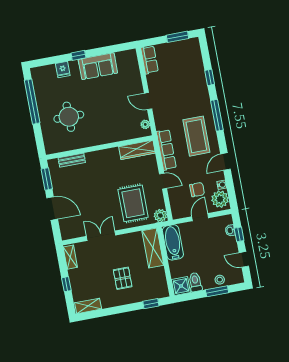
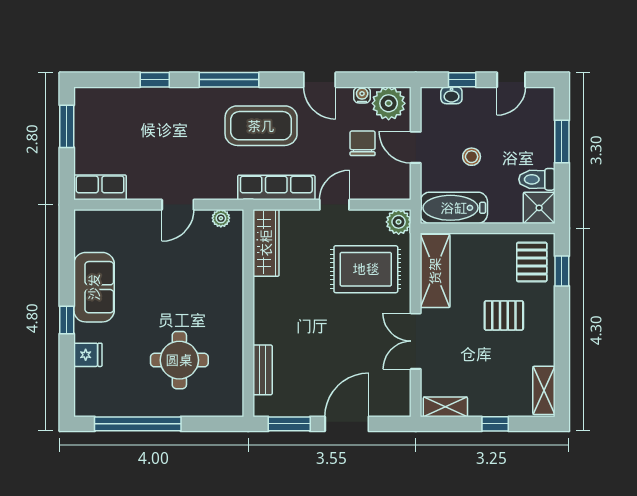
shelving: (153, 248) -> (435, 271), moved, turned 90
stool: (220, 280) -> (472, 157), moved
pallet: (153, 287) -> (532, 262), added

